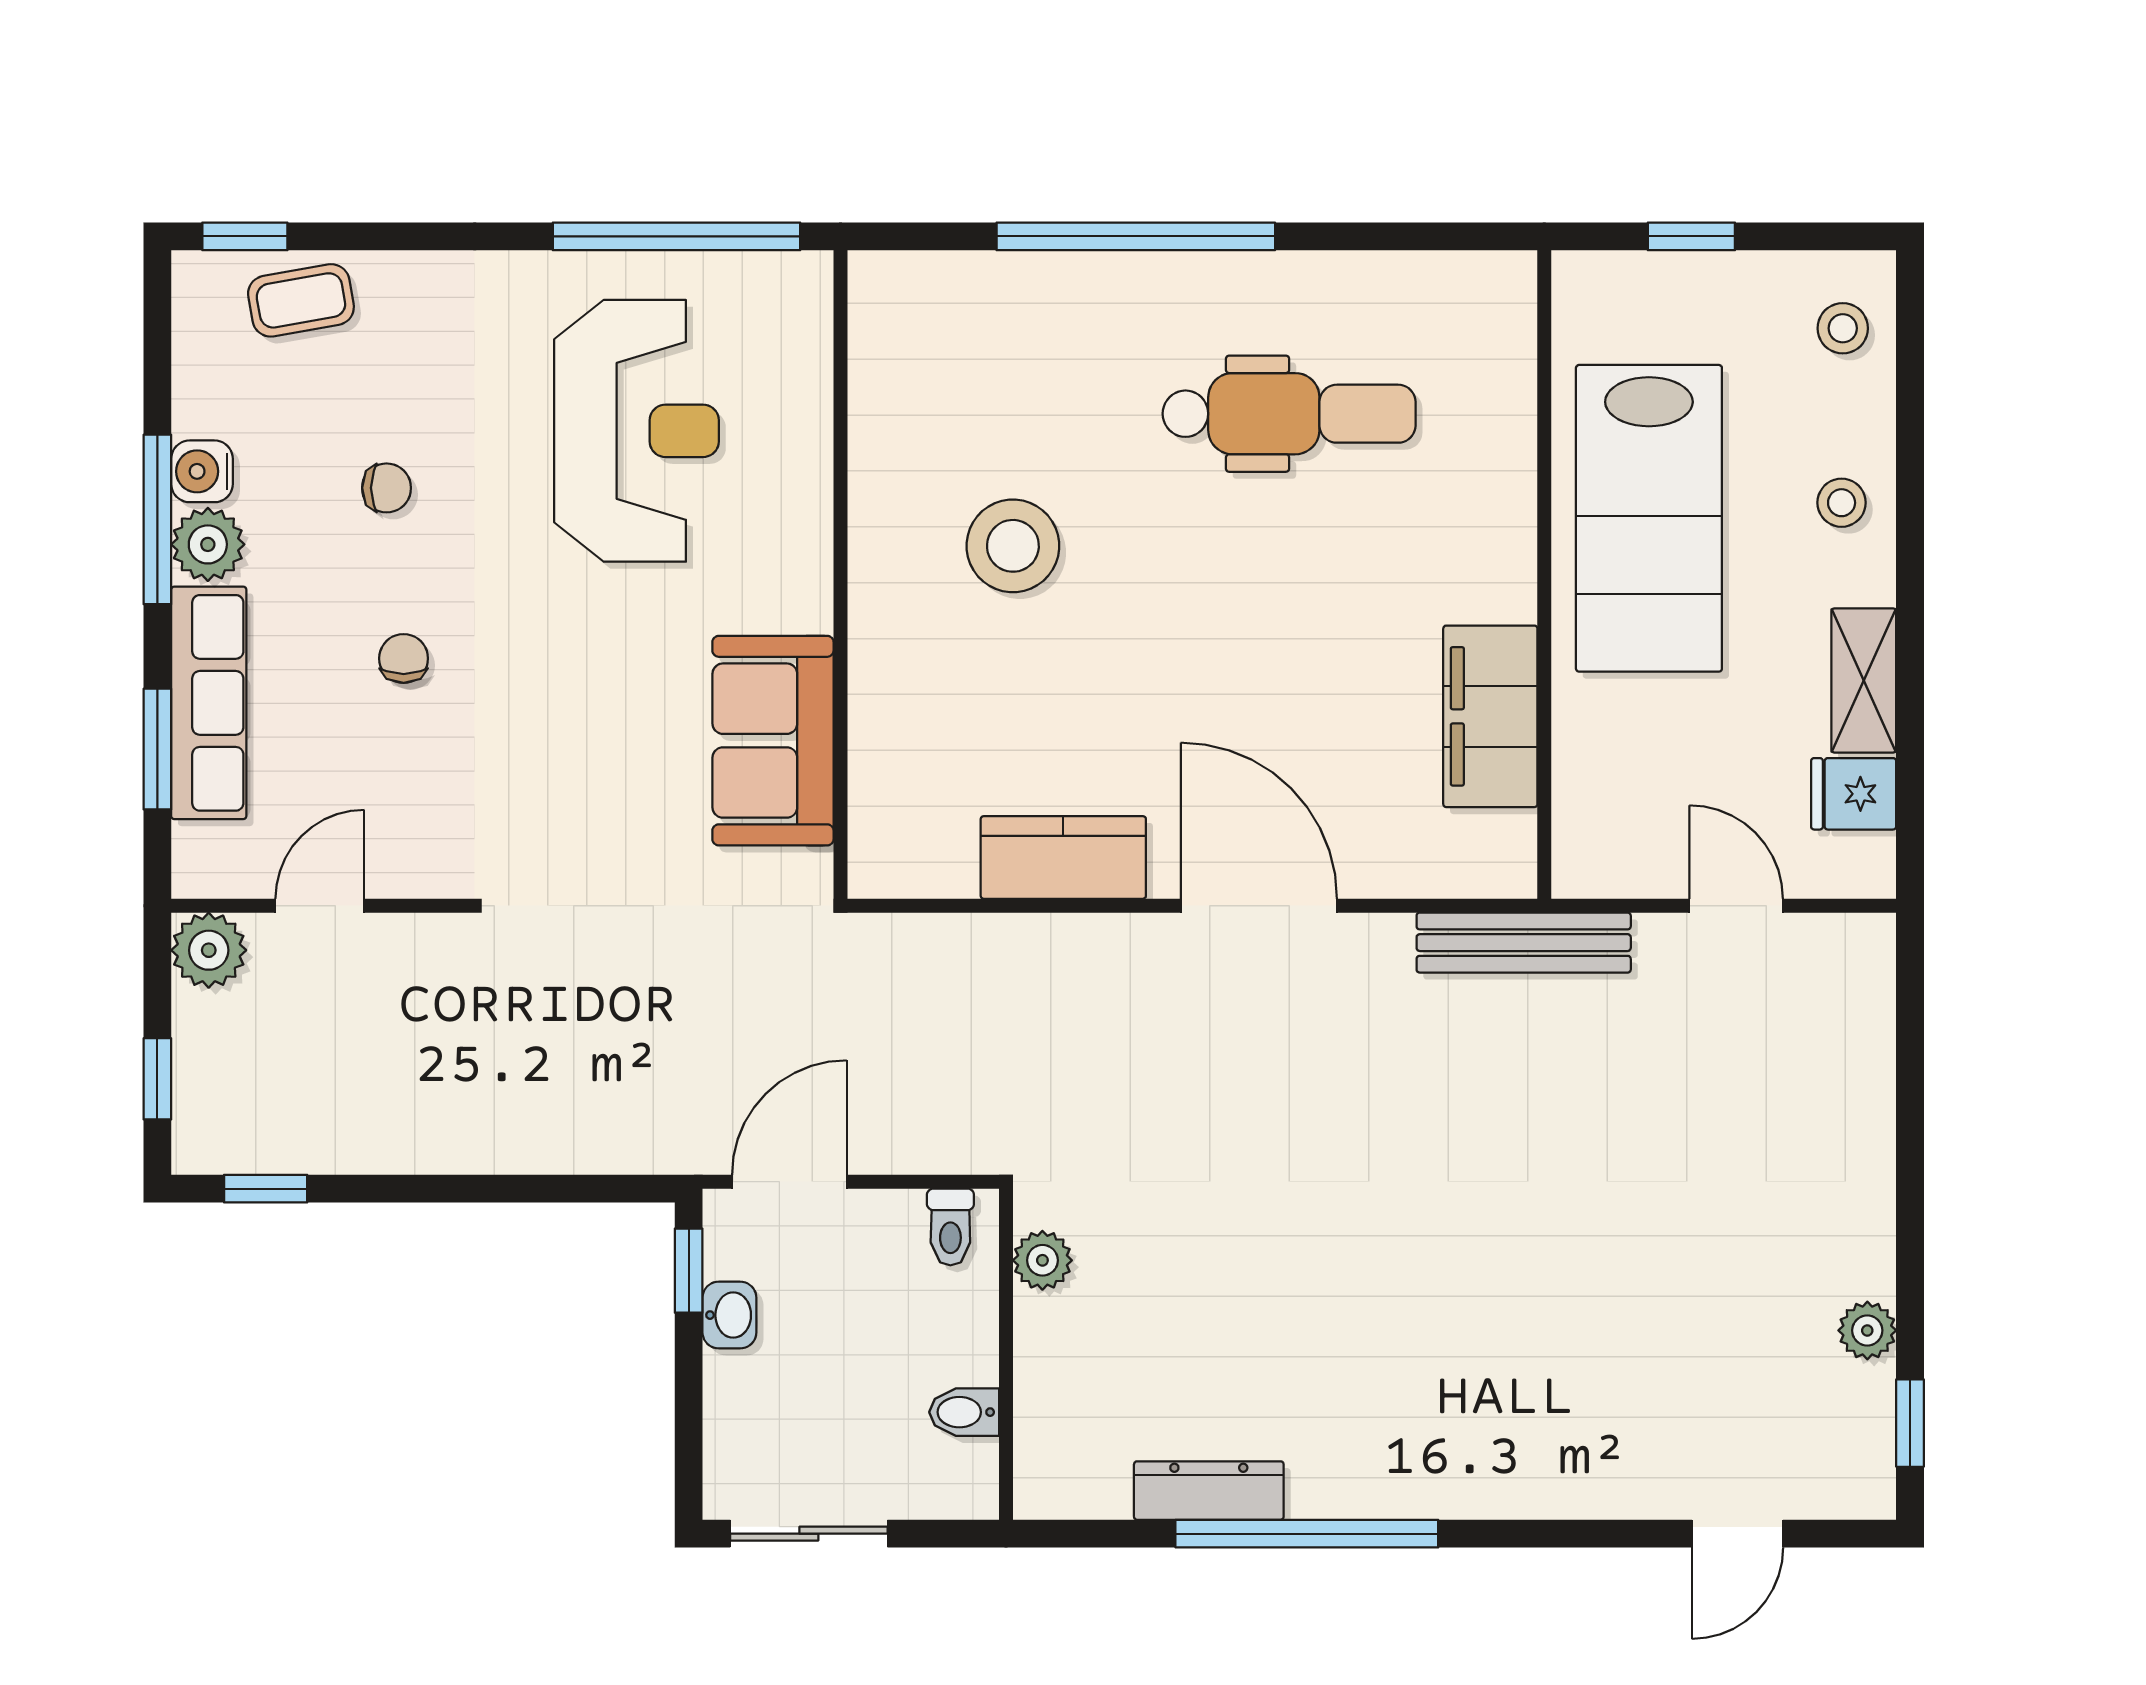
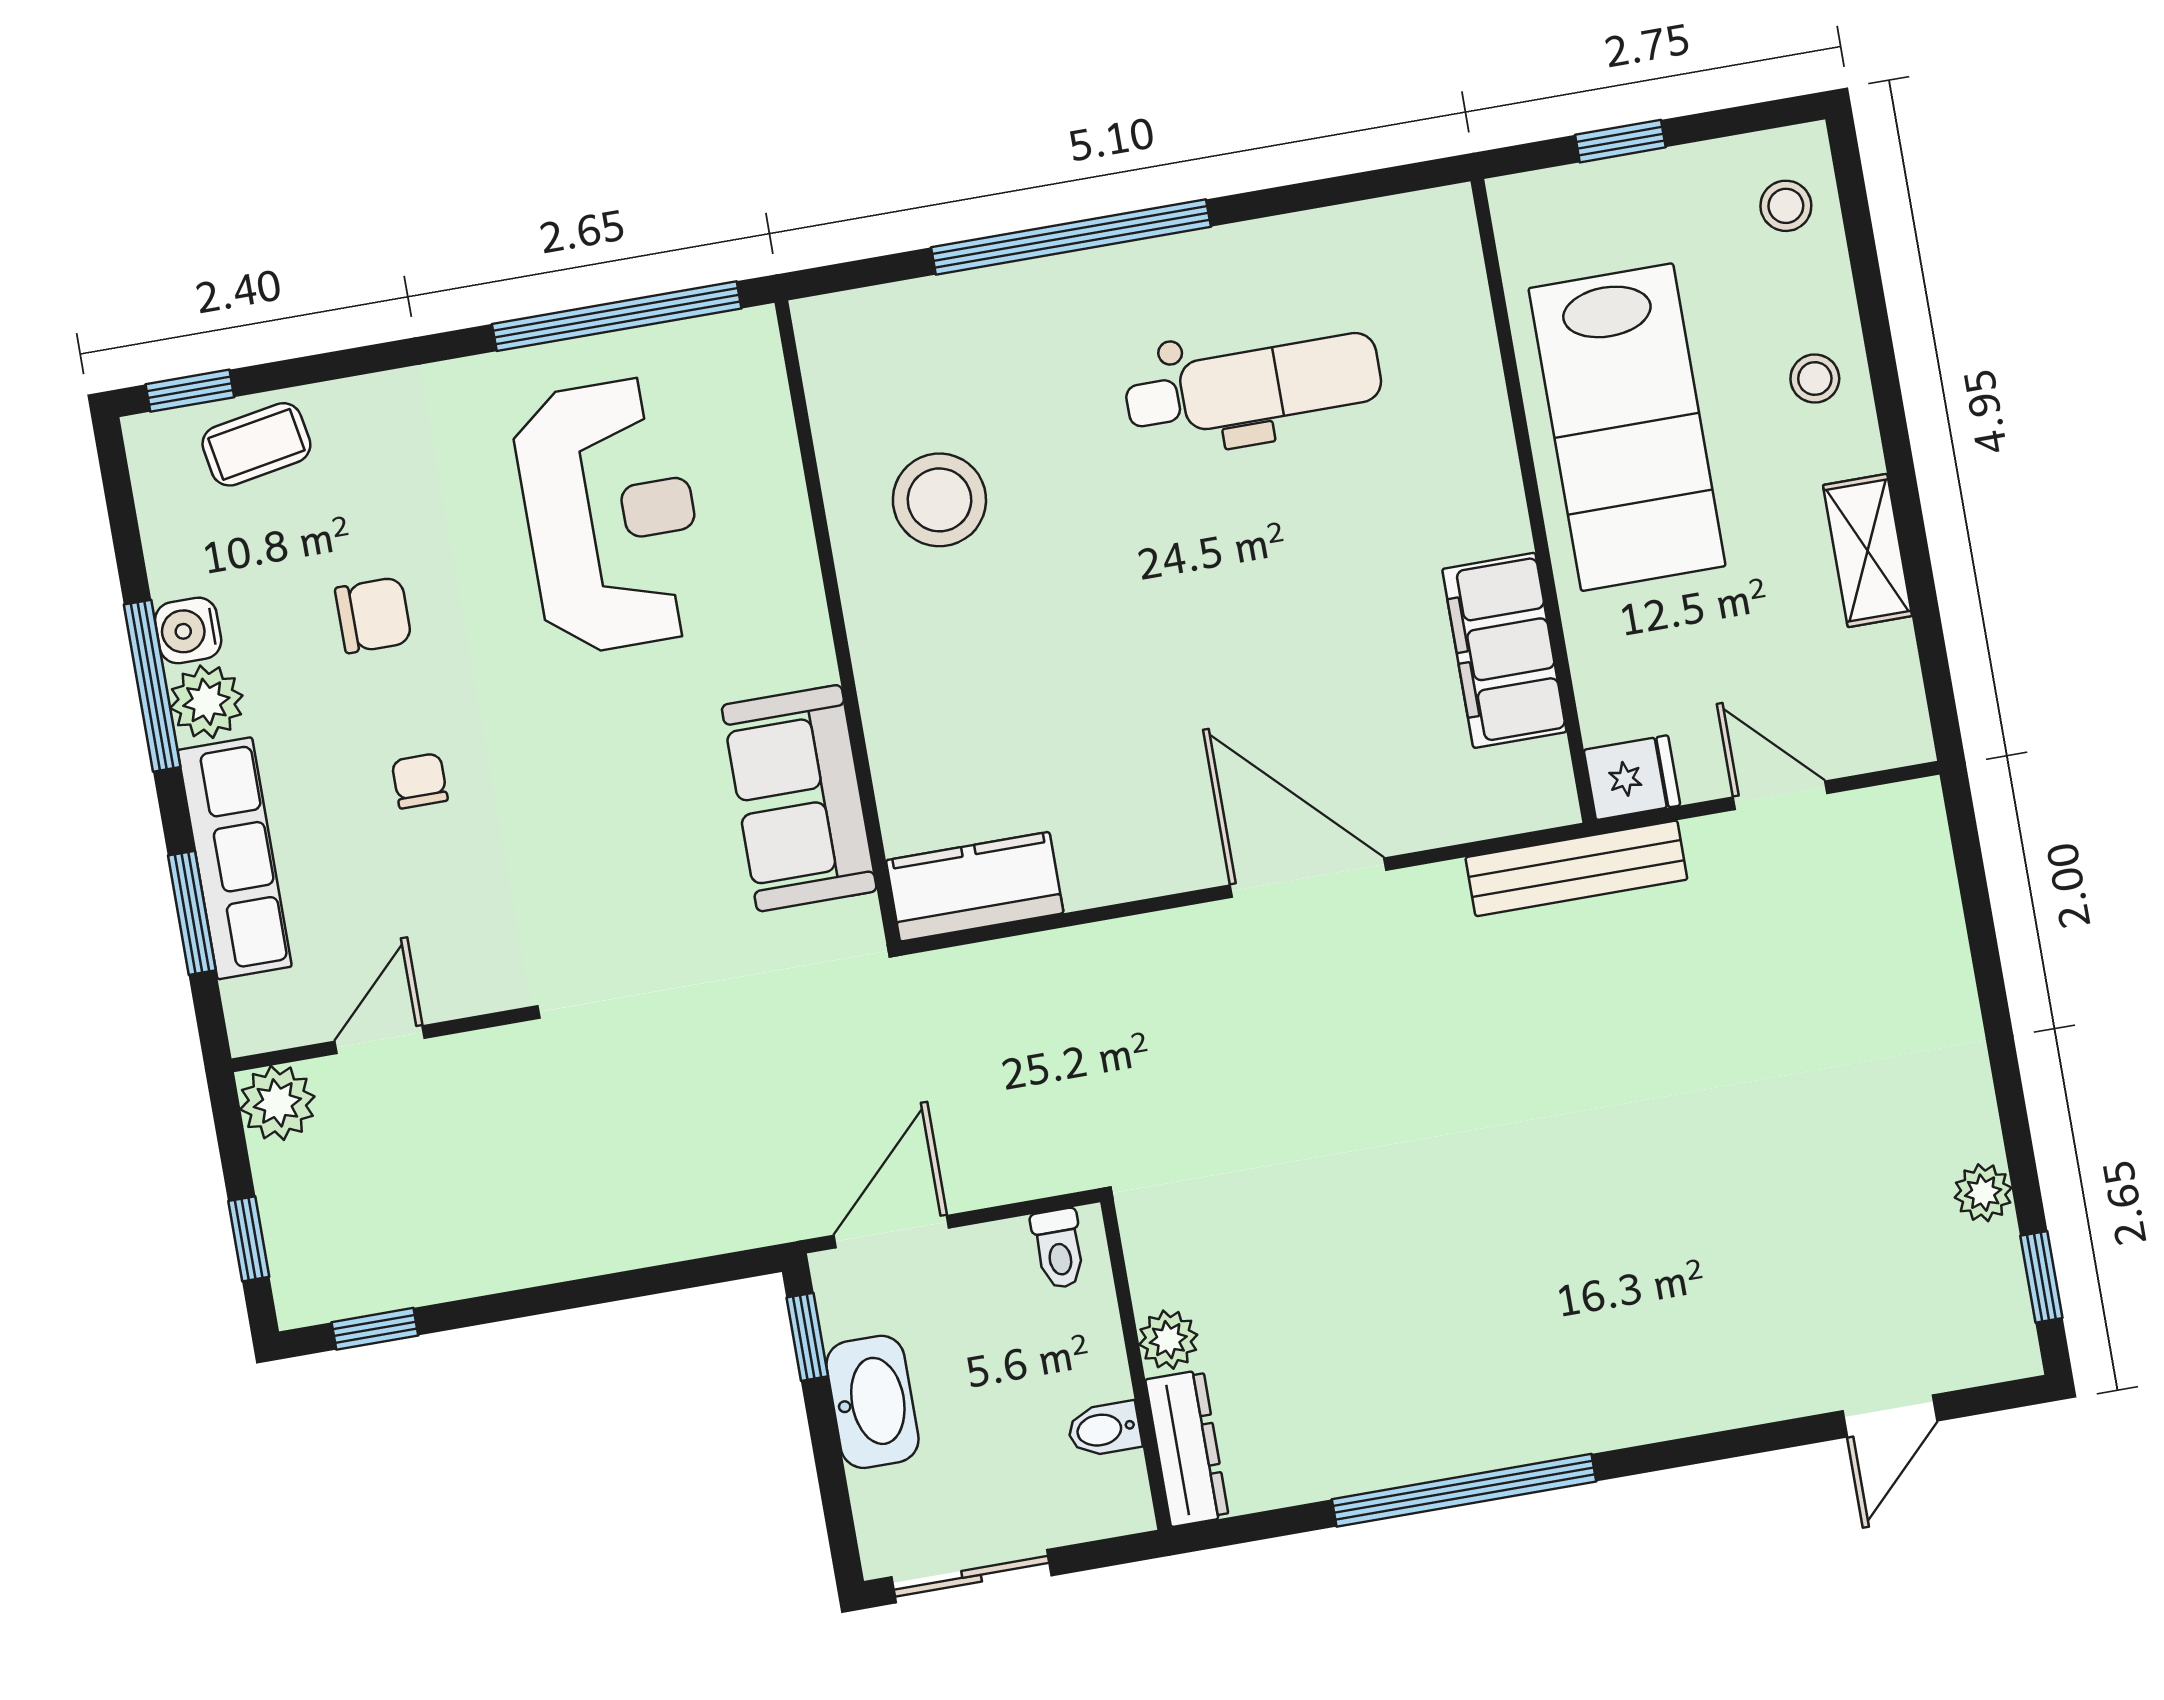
chair: (386, 488) -> (373, 615), width x1.37, depth x1.37
stool: (1013, 546) -> (939, 500), moved
fridge: (1854, 794) -> (1632, 778), moved, turned 180
kitchen counter: (1063, 857) -> (975, 887), moved
plant: (1042, 1260) -> (1168, 1340), moved
washbasin: (729, 1315) -> (872, 1402), width x1.91, depth x1.45
dresser: (1209, 1491) -> (1187, 1448), moved, turned 90

